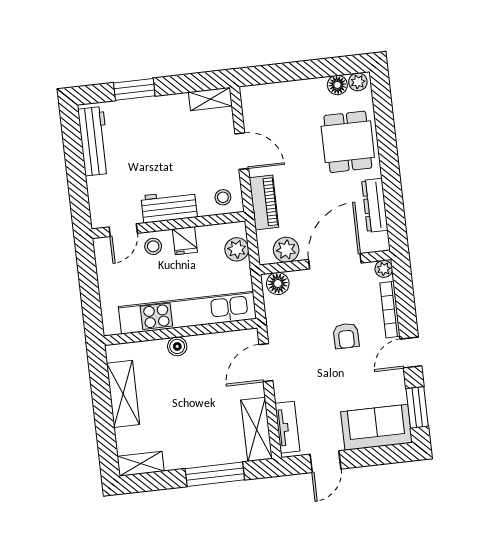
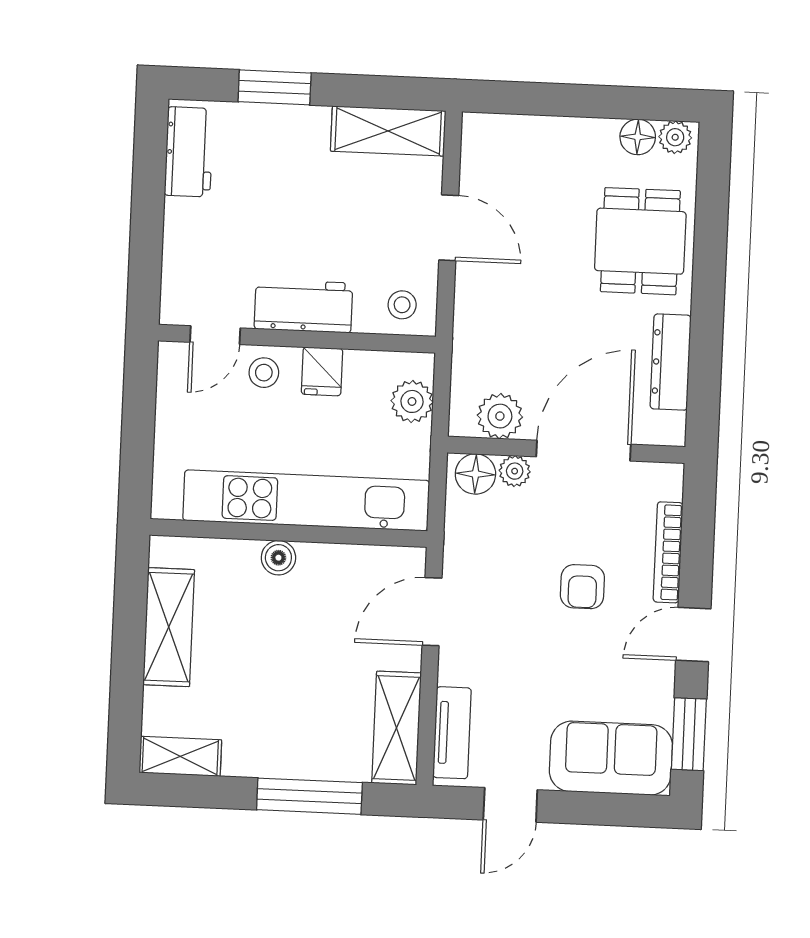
shelving: (210, 99) -> (388, 131), width x1.50, depth x1.33
workbench: (94, 141) -> (189, 152), width x0.73
piano: (264, 202) -> (474, 326), removed
plant: (384, 269) -> (515, 471), moved

